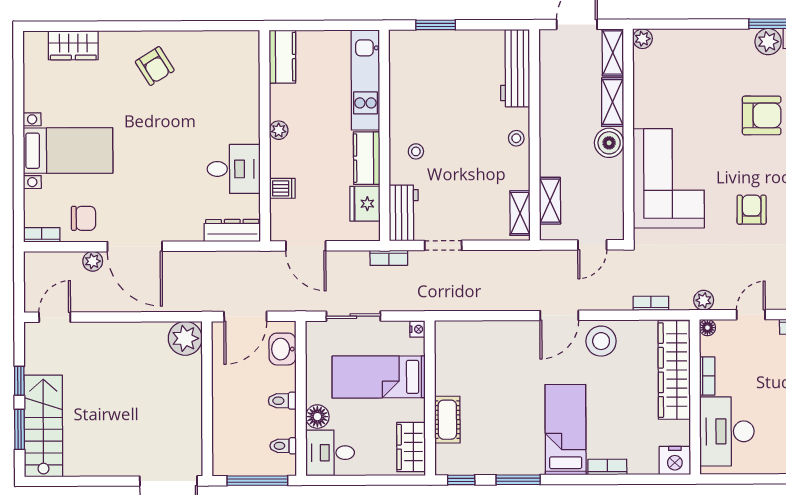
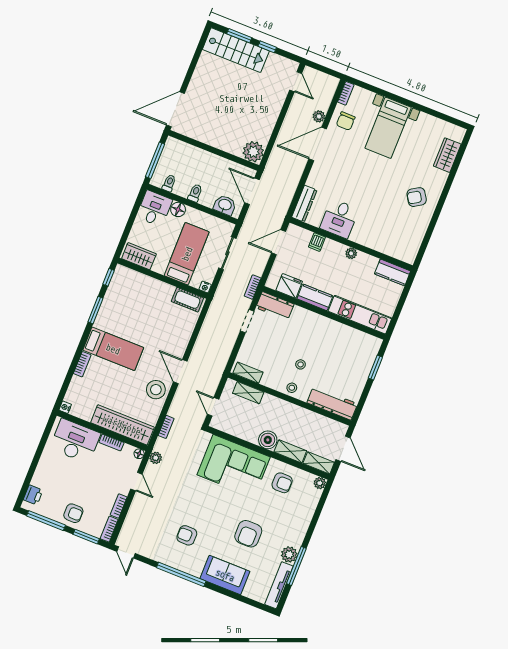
stool: (416, 151) -> (301, 364), moved
armchair: (752, 210) -> (282, 483), moved
cot: (447, 420) -> (187, 300), moved
nightstand: (675, 460) -> (65, 407), width x0.53, depth x0.56

